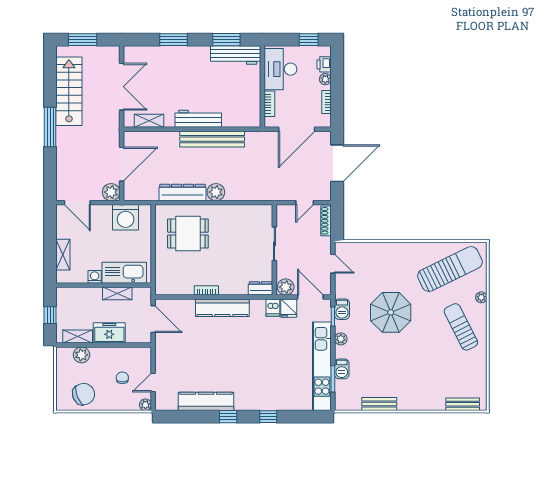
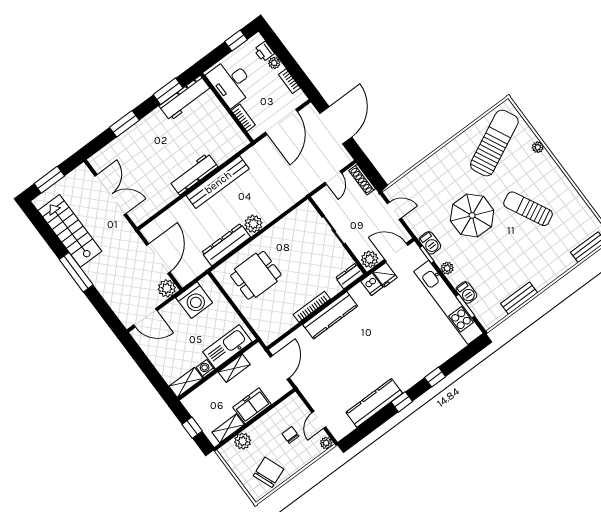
shelving: (149, 121) -> (154, 206), removed
shelving: (63, 255) -> (186, 382), moved, turned 90
bookcase: (206, 290) -> (312, 307), width x1.56
door: (153, 319) -> (280, 367), hinge flipped
sun lounger: (461, 327) -> (528, 209), moved

